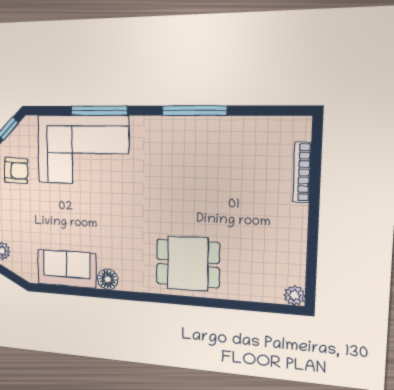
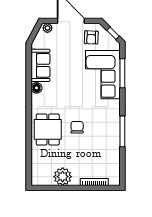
window: (99, 111) -> (122, 73), moved
chair: (184, 204) -> (77, 127), added
plant: (294, 295) -> (63, 177), moved, width x1.87, depth x1.87

